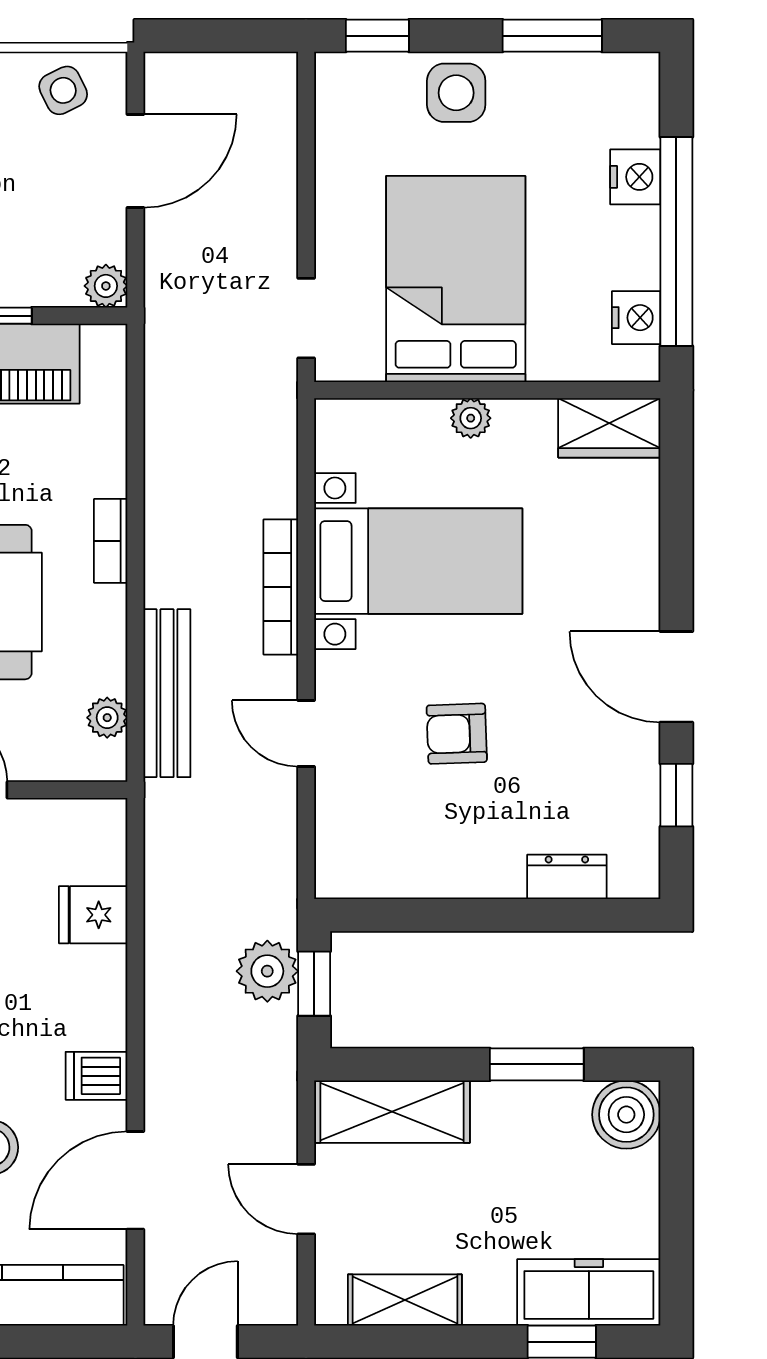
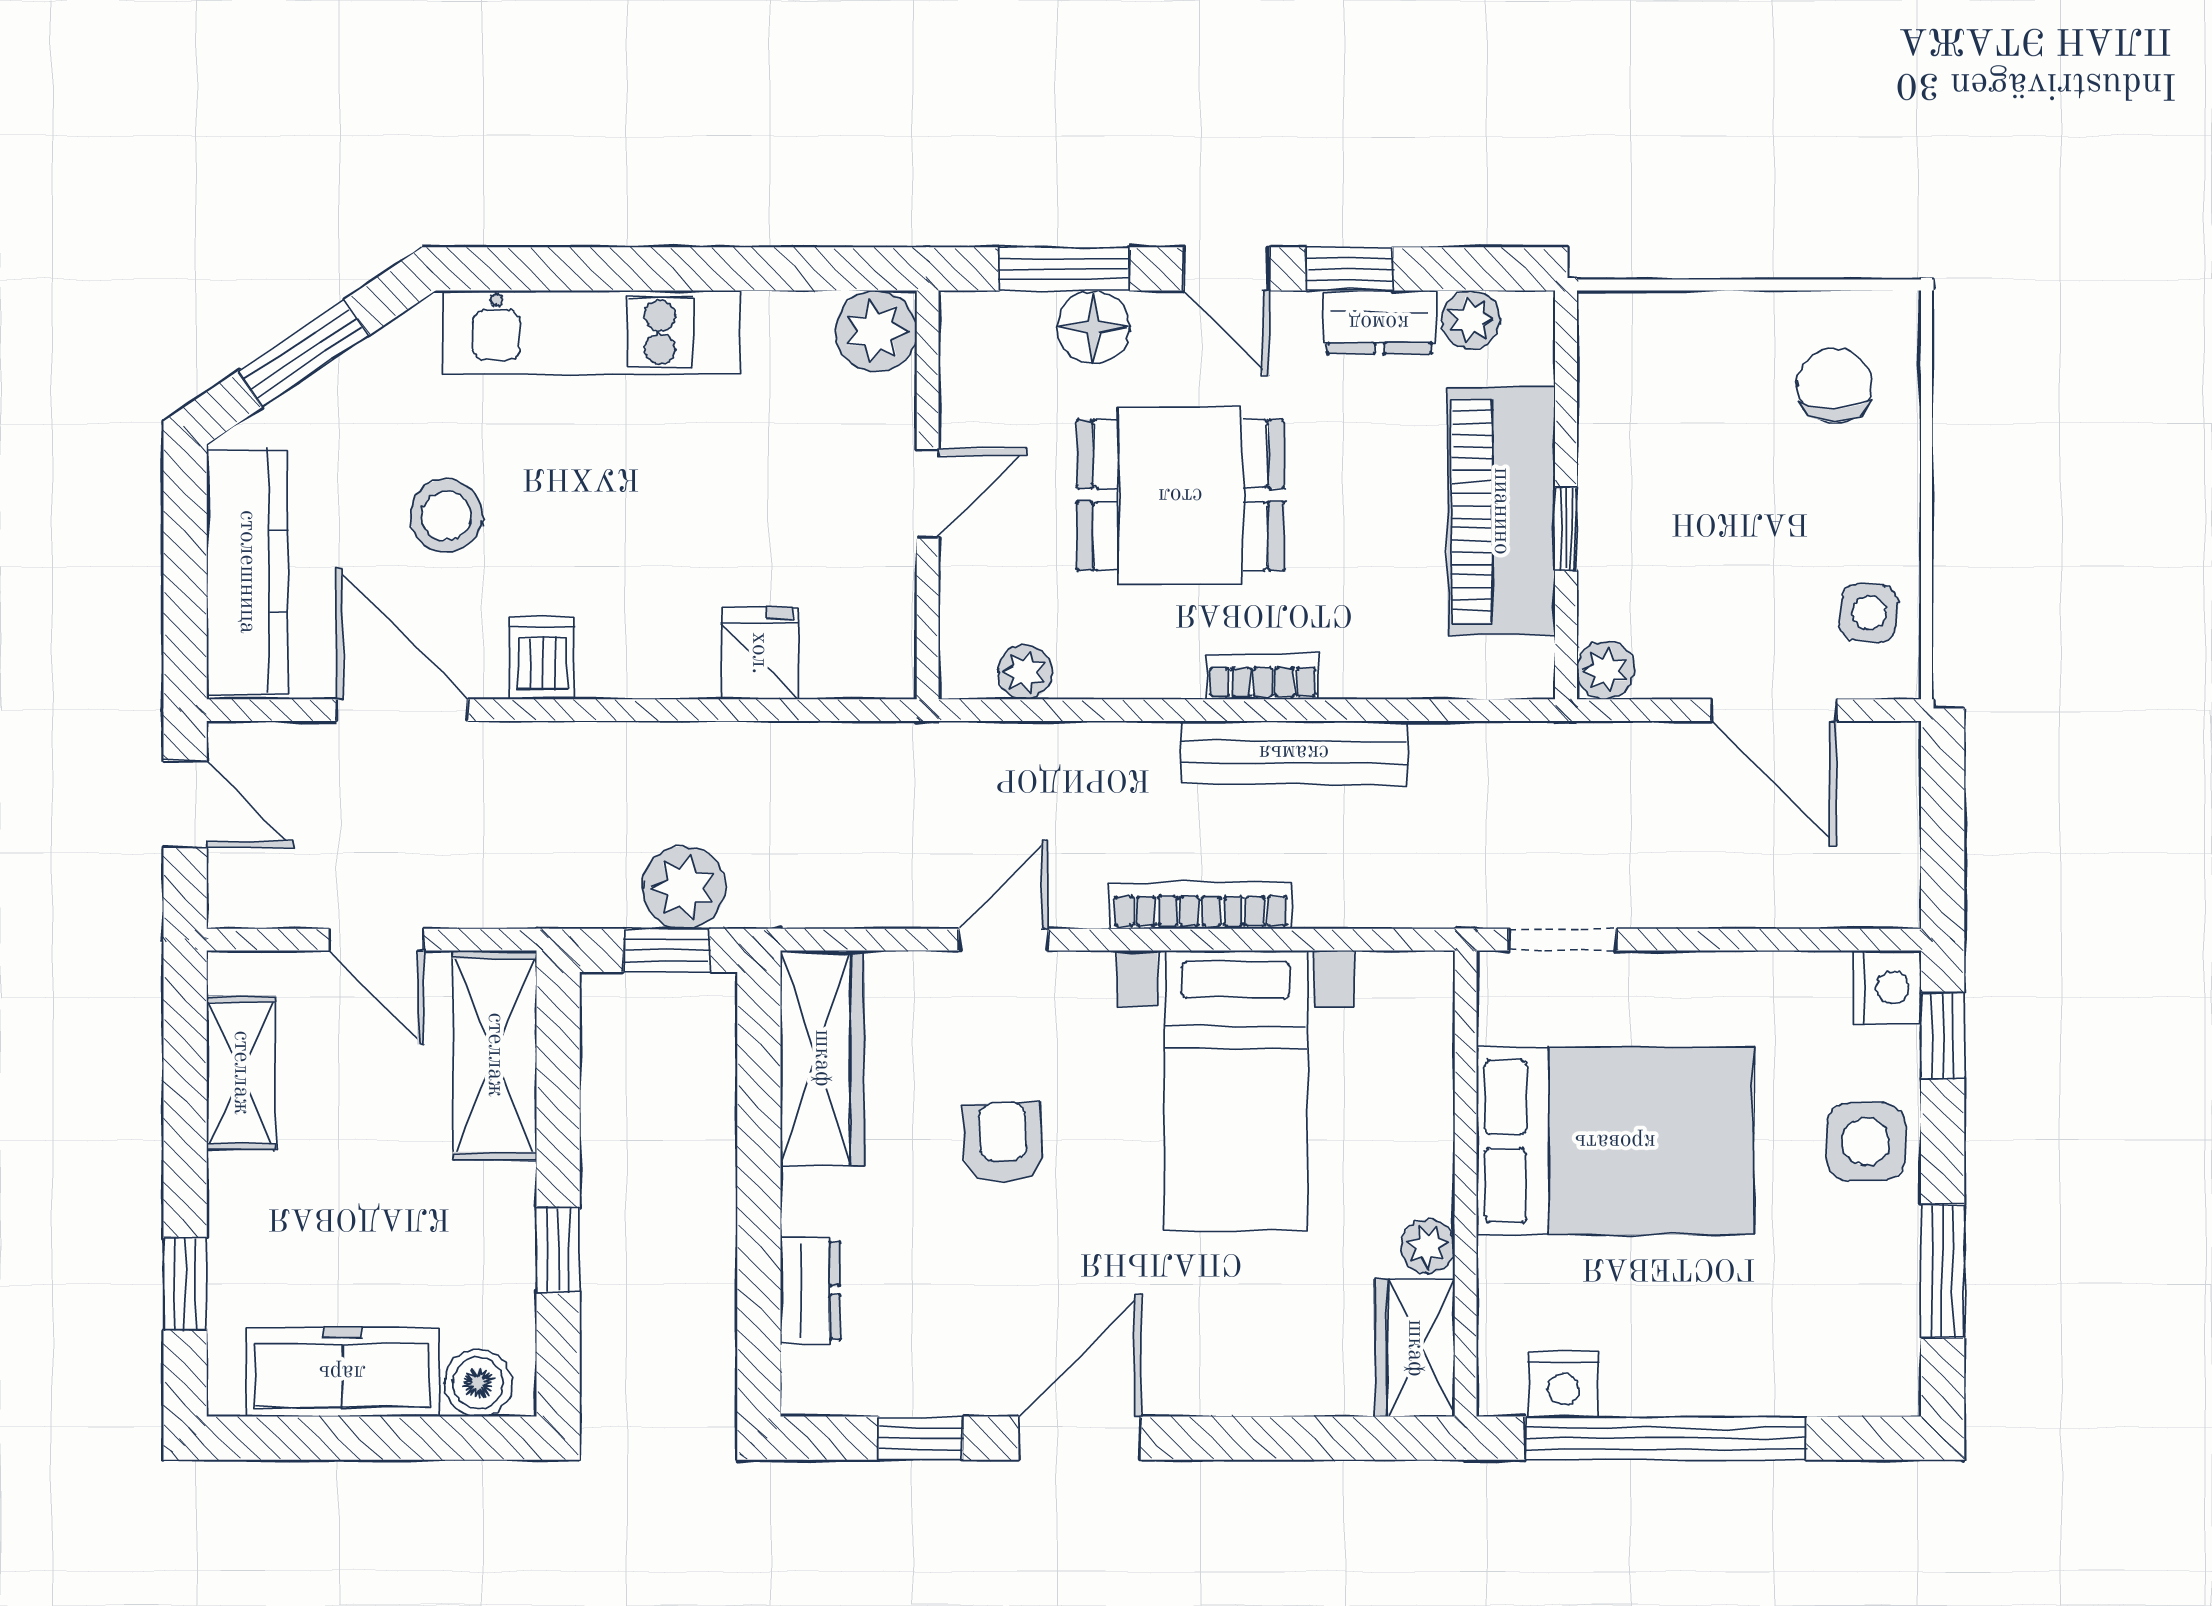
side table: (63, 90) -> (1869, 613), turned 31
nightstand: (635, 177) -> (1887, 987), moved, turned -90
plant: (471, 418) -> (1428, 1246), moved
bench: (167, 693) -> (1294, 752), moved
wardrobe: (394, 868) -> (822, 1058), added
window: (537, 1064) -> (558, 1250), width x0.67
boiler: (626, 1115) -> (478, 1383), width x0.73, depth x0.73
door: (306, 1199) -> (377, 940), swing flipped
freezer: (589, 1292) -> (342, 1372), moved, turned -90

